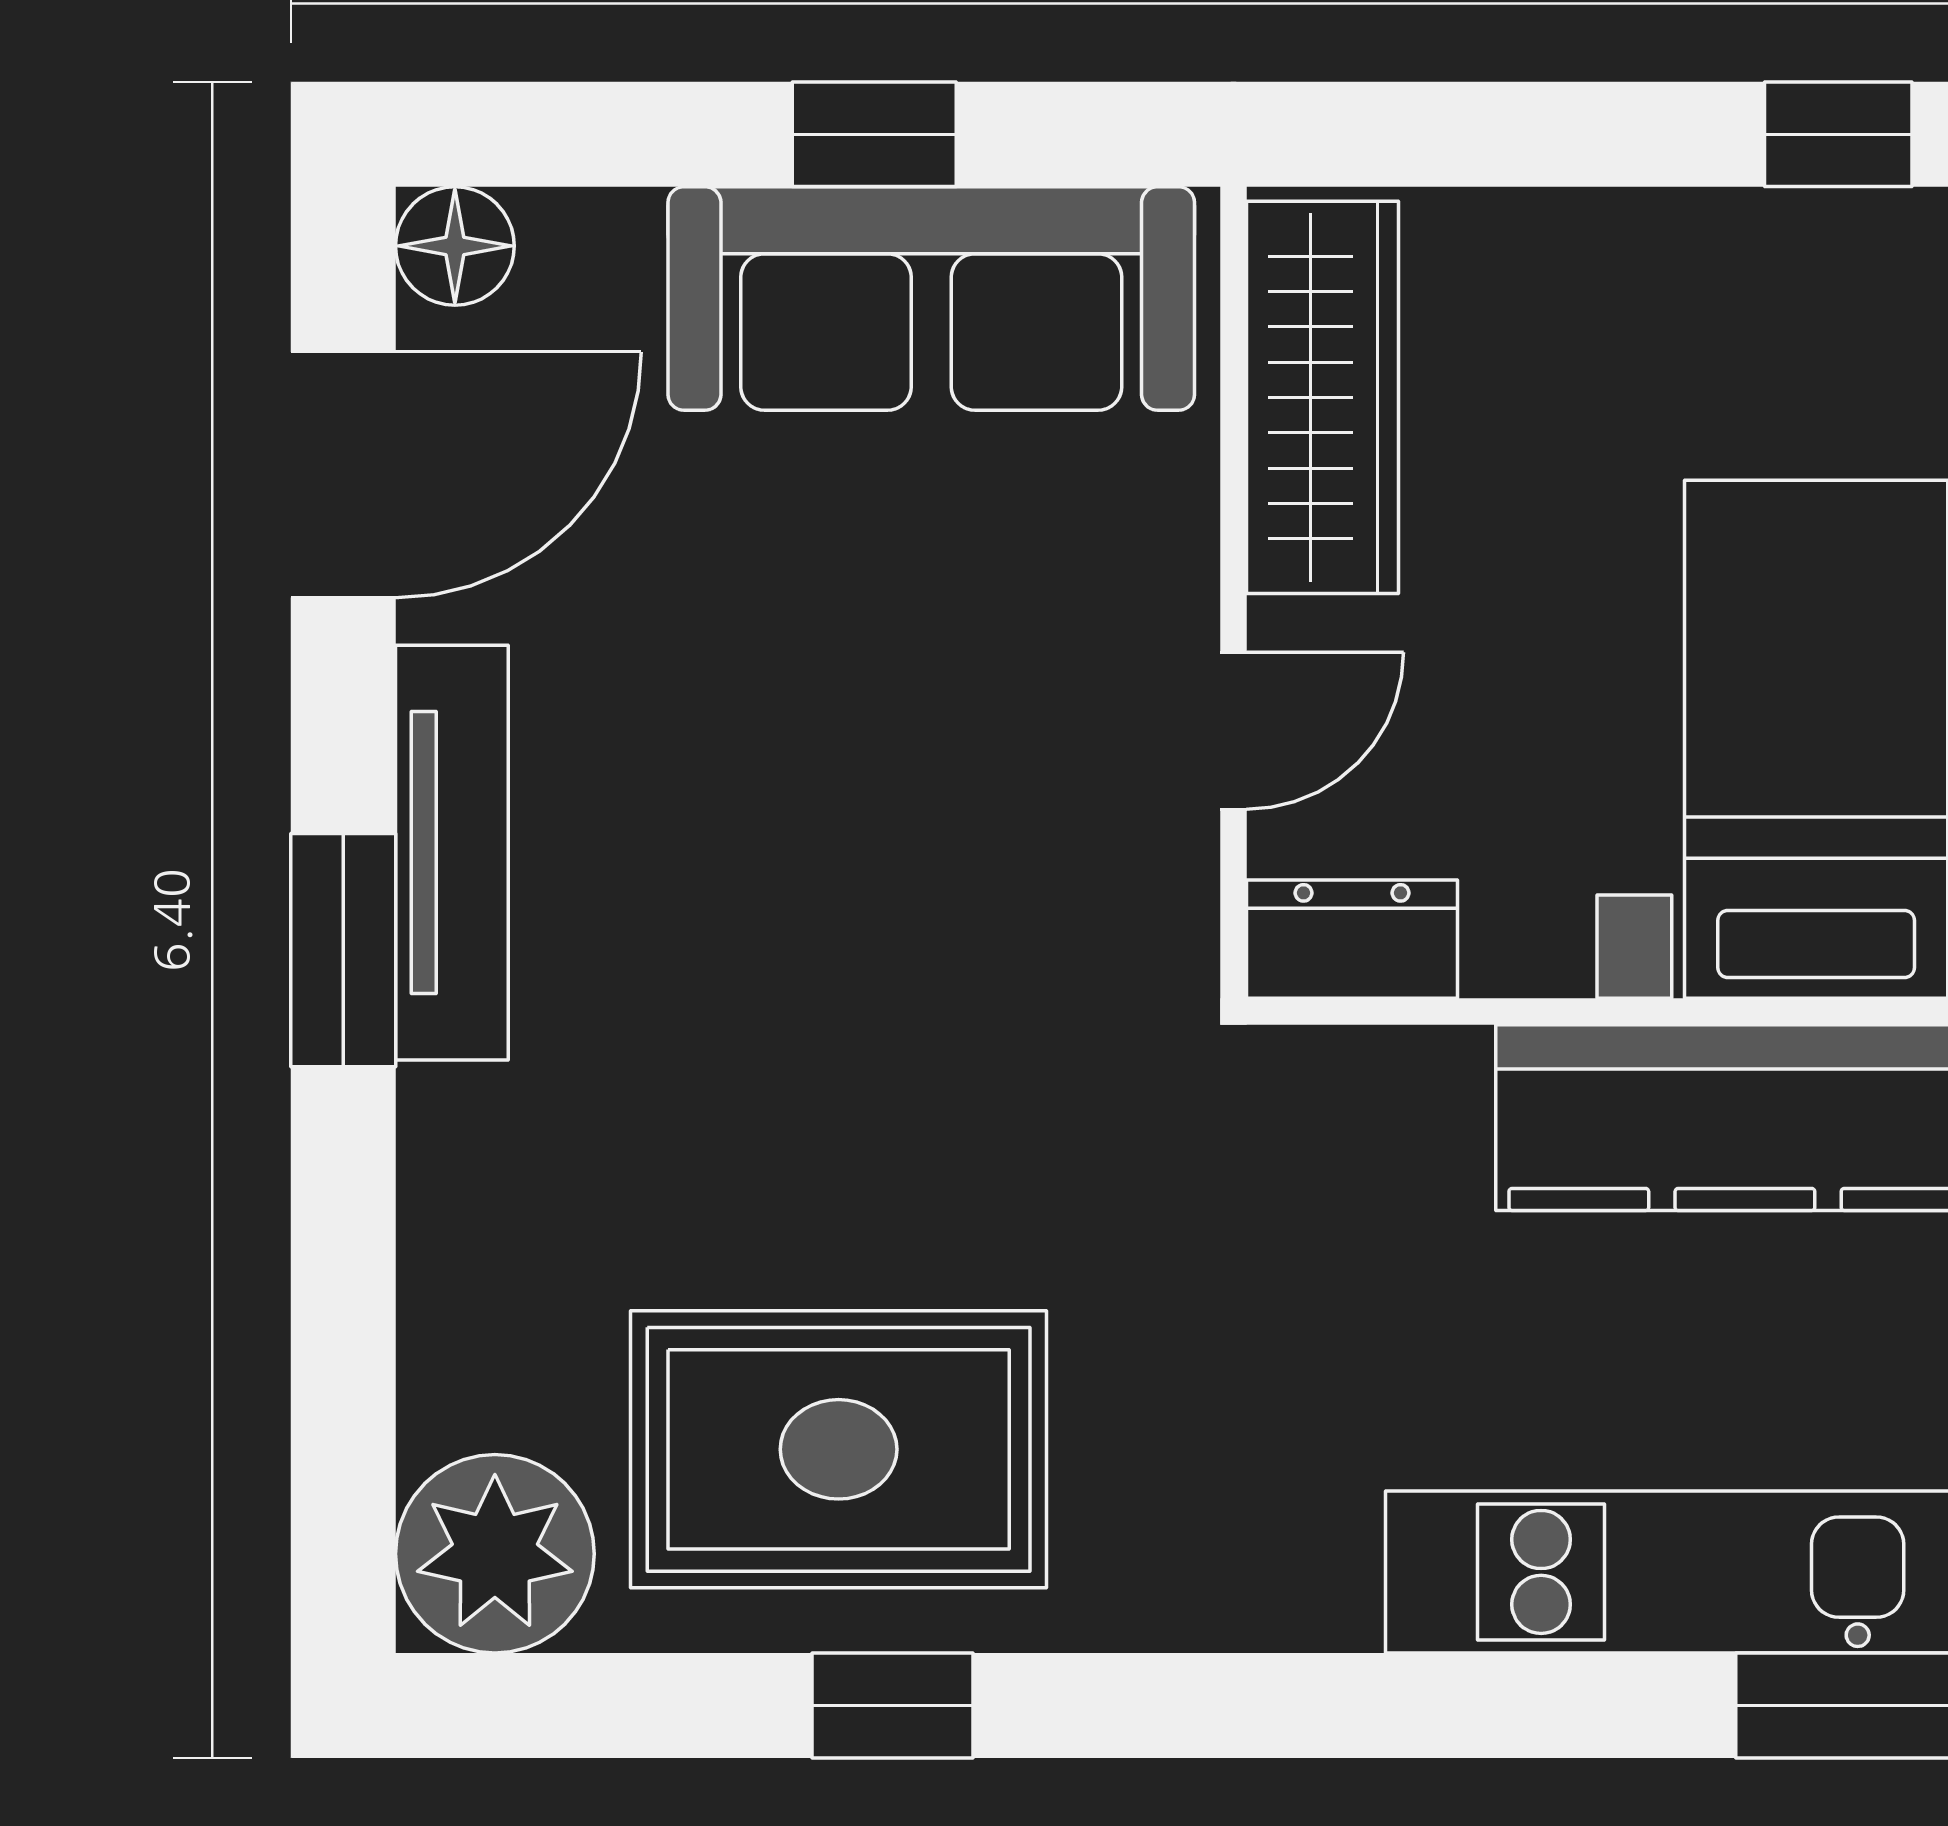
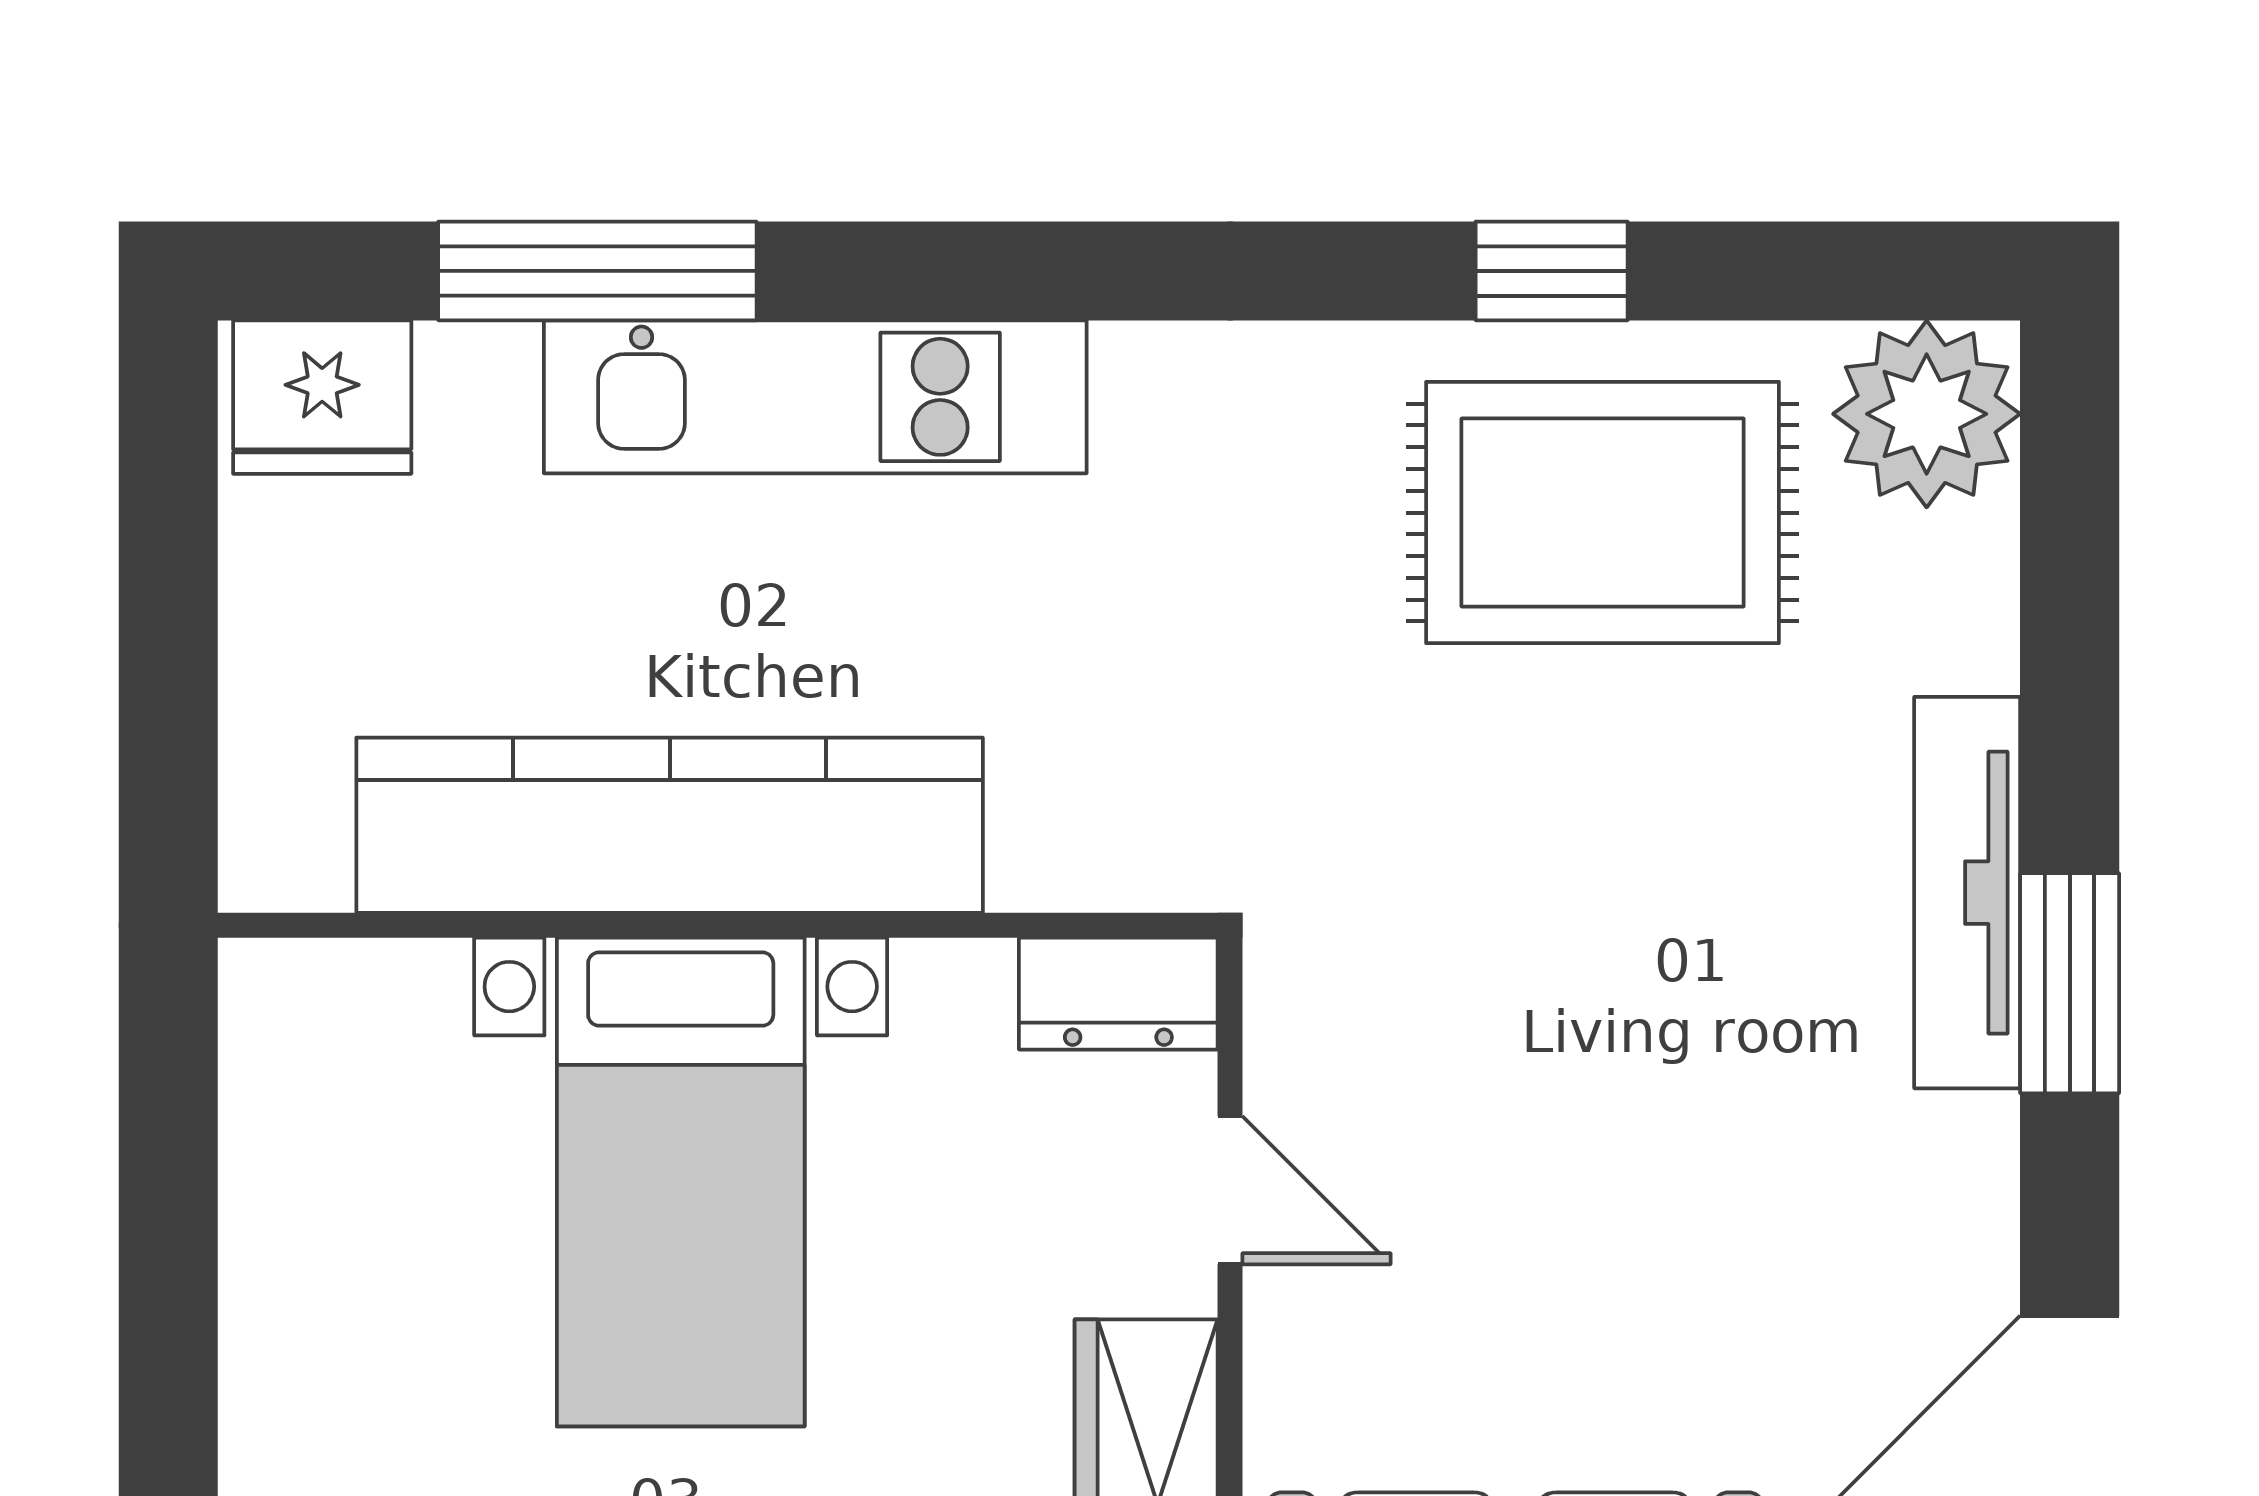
door: (1234, 731) -> (1230, 1190), swing flipped
tv unit: (452, 853) -> (1967, 893), moved

